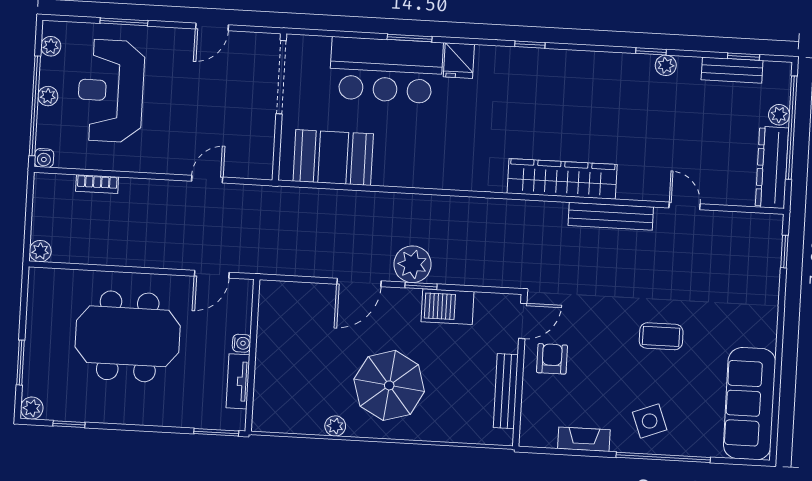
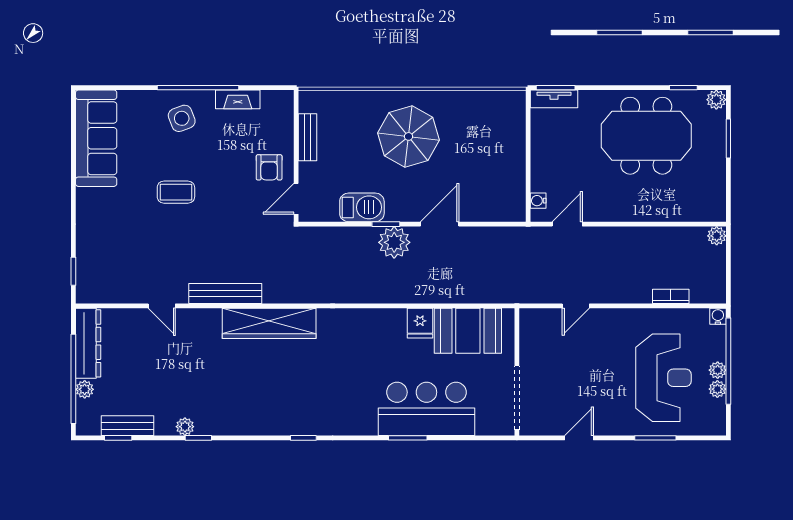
plant: (51, 46) -> (717, 389), moved
fridge: (459, 61) -> (420, 323), moved, turned 180
meeting table: (128, 336) -> (646, 136), moved
water cooler: (242, 343) -> (538, 201), moved
tv unit: (238, 381) -> (554, 99), moved, turned 90
bench: (506, 391) -> (308, 137), width x0.73
plant: (335, 426) -> (453, 99), removed
window: (663, 457) -> (198, 88), moved

